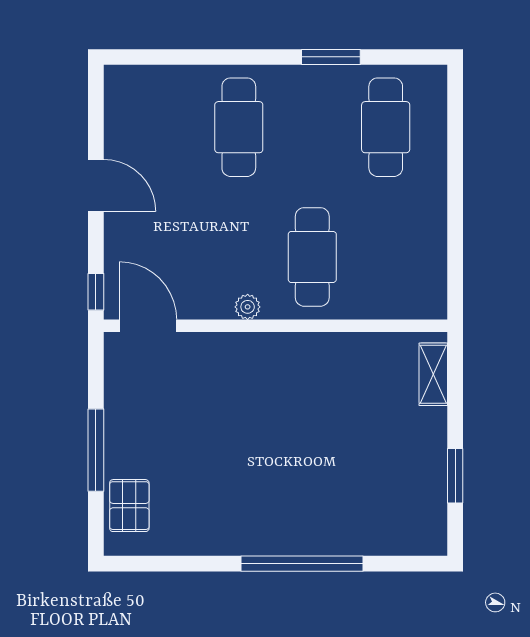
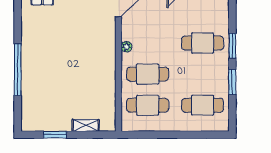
window: (245, 57) -> (232, 46), added
cafe table: (386, 257) -> (148, 105), added
shelving: (433, 374) -> (86, 125), moved

